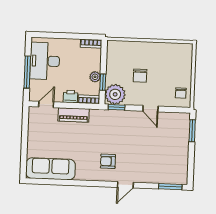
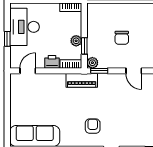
window: (27, 72) -> (7, 39), width x0.46
plant: (115, 94) -> (92, 63), width x0.53, depth x0.53
piano: (74, 115) -> (82, 80), moved
armchair: (108, 161) -> (93, 126), turned 90

